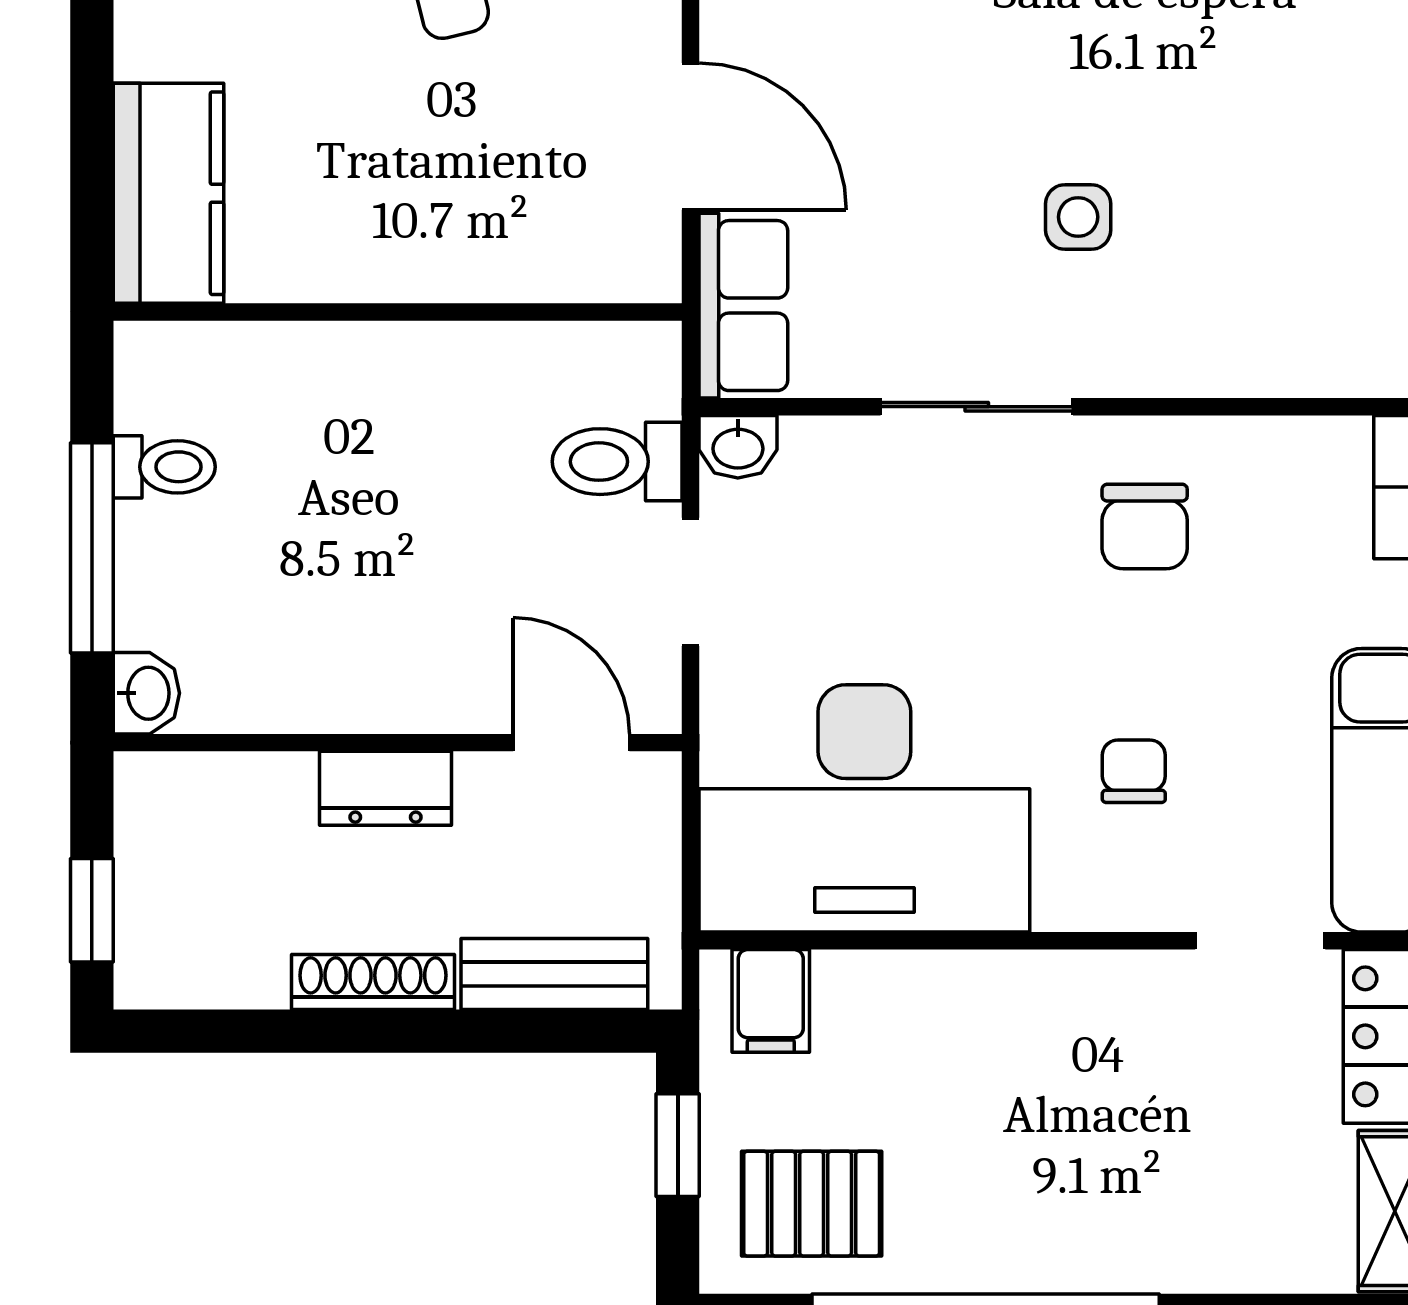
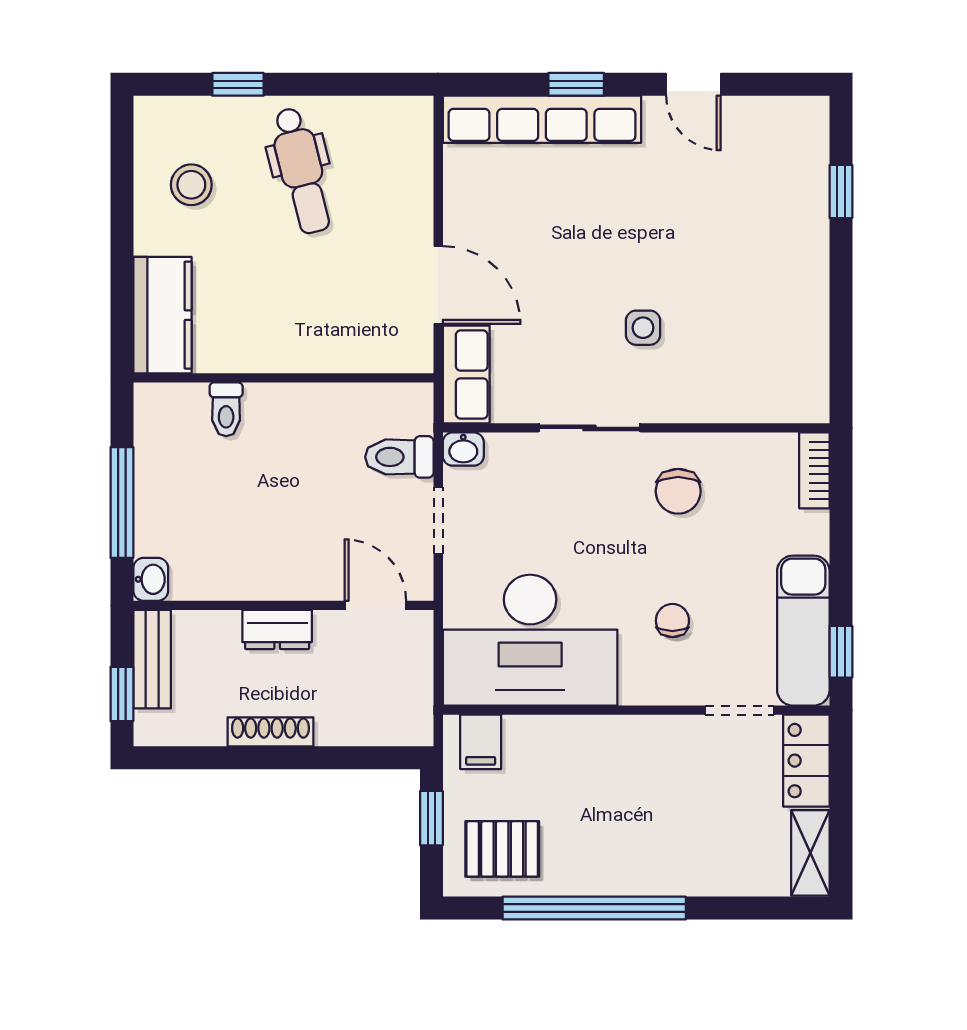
toilet: (164, 467) -> (226, 409), moved, turned 90
bench: (554, 974) -> (152, 659), moved, turned 90

